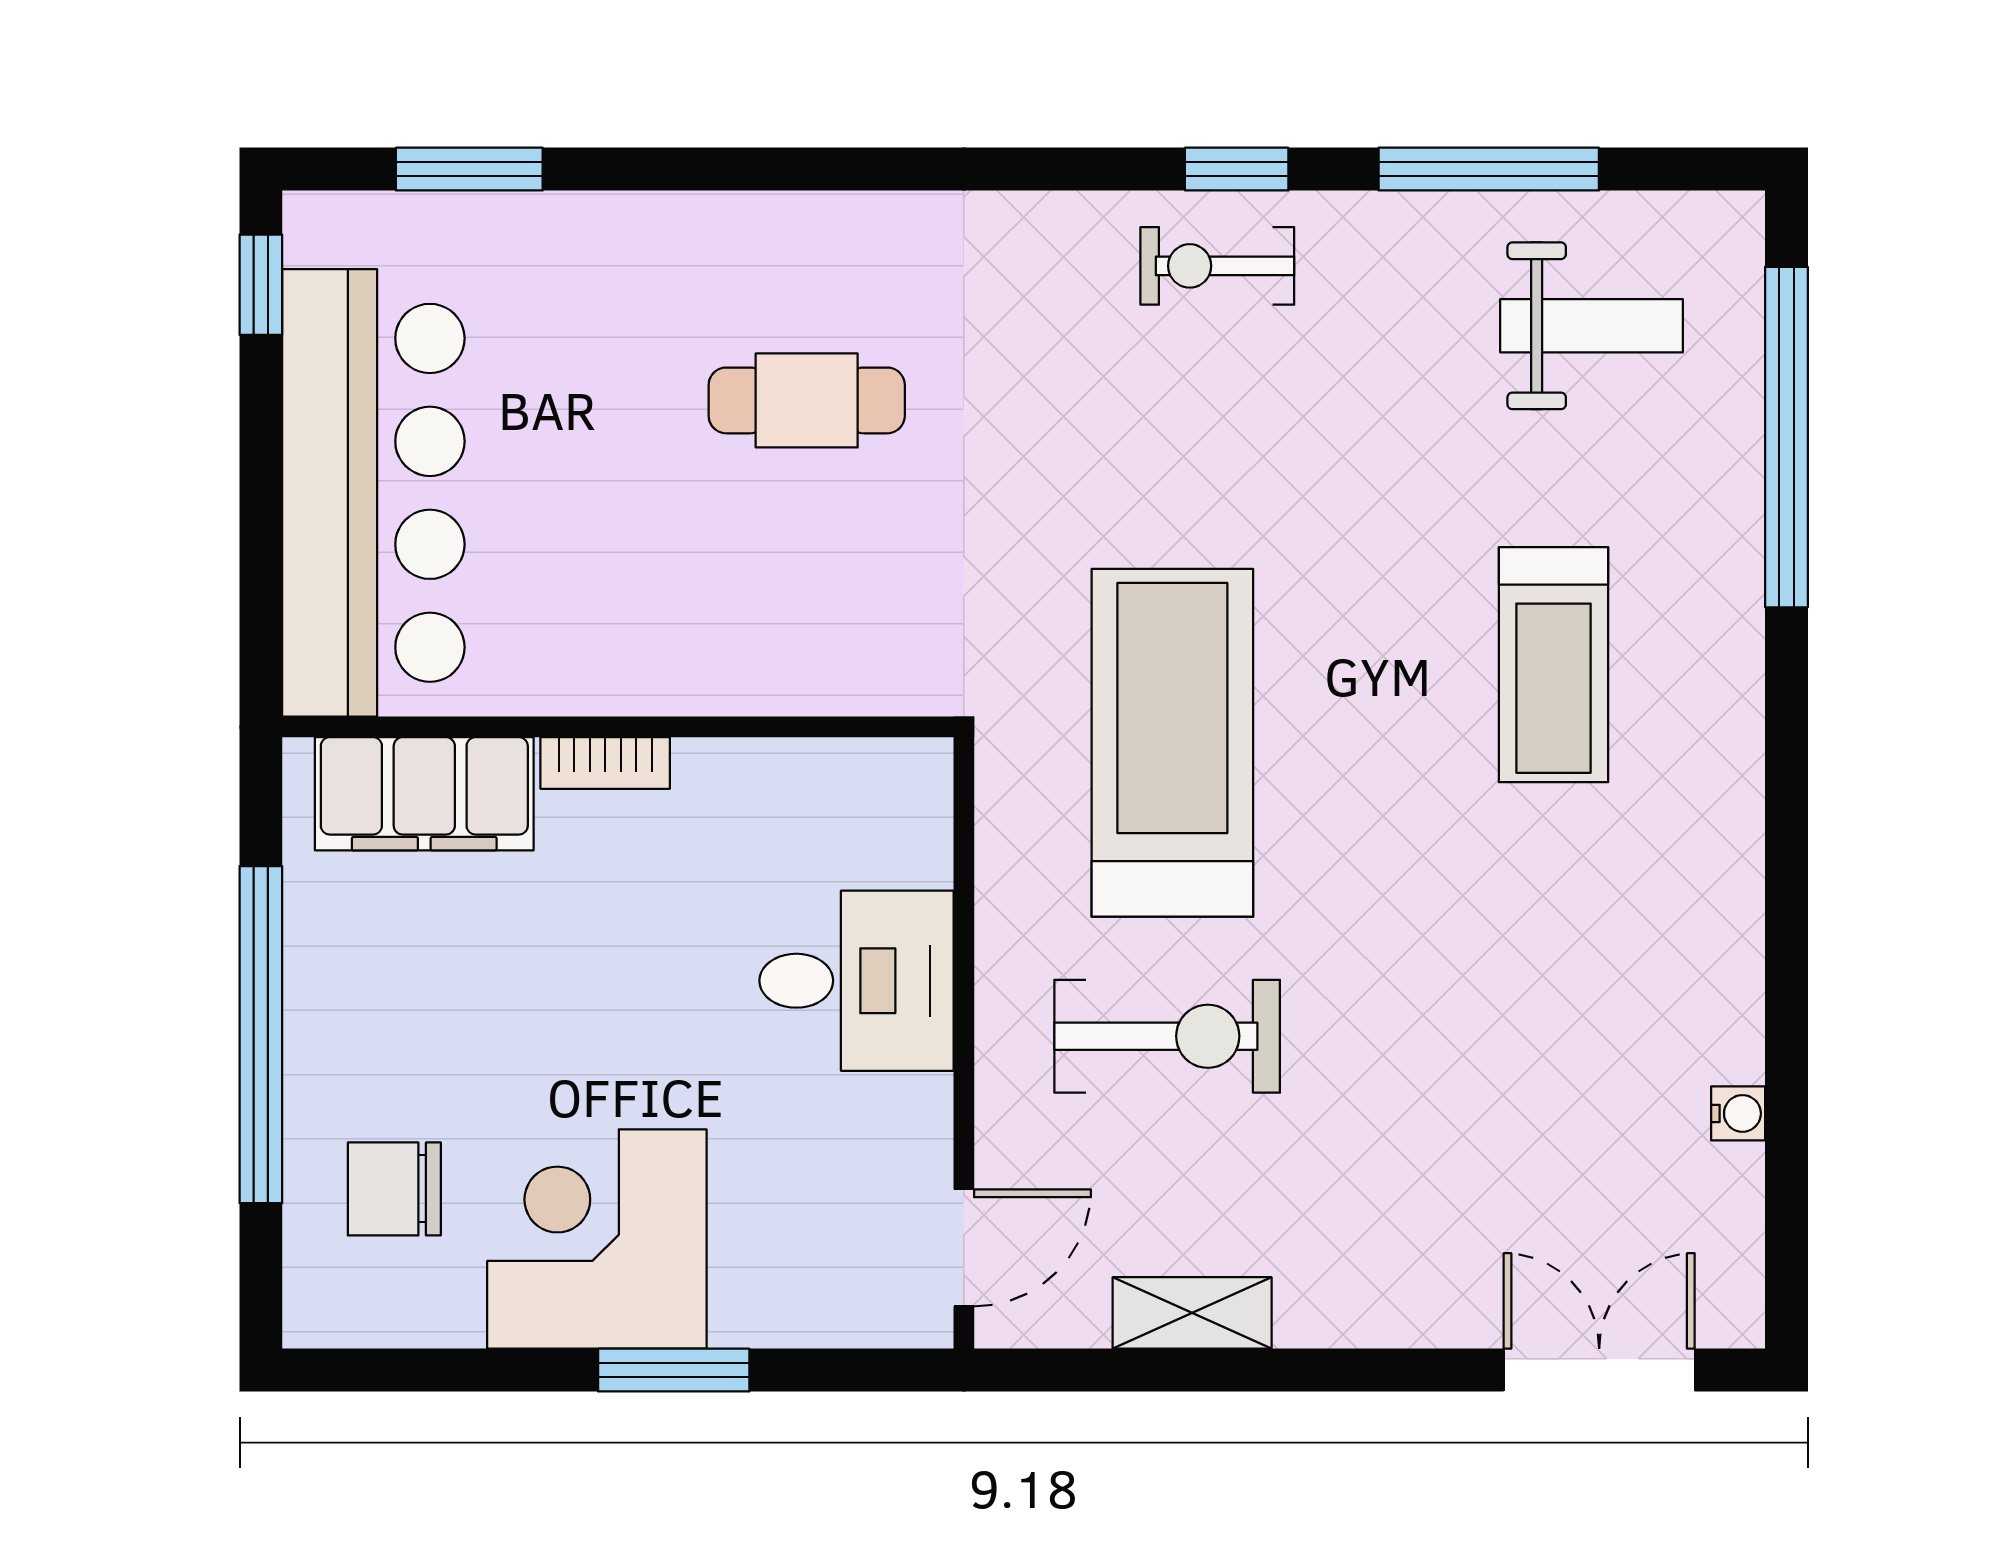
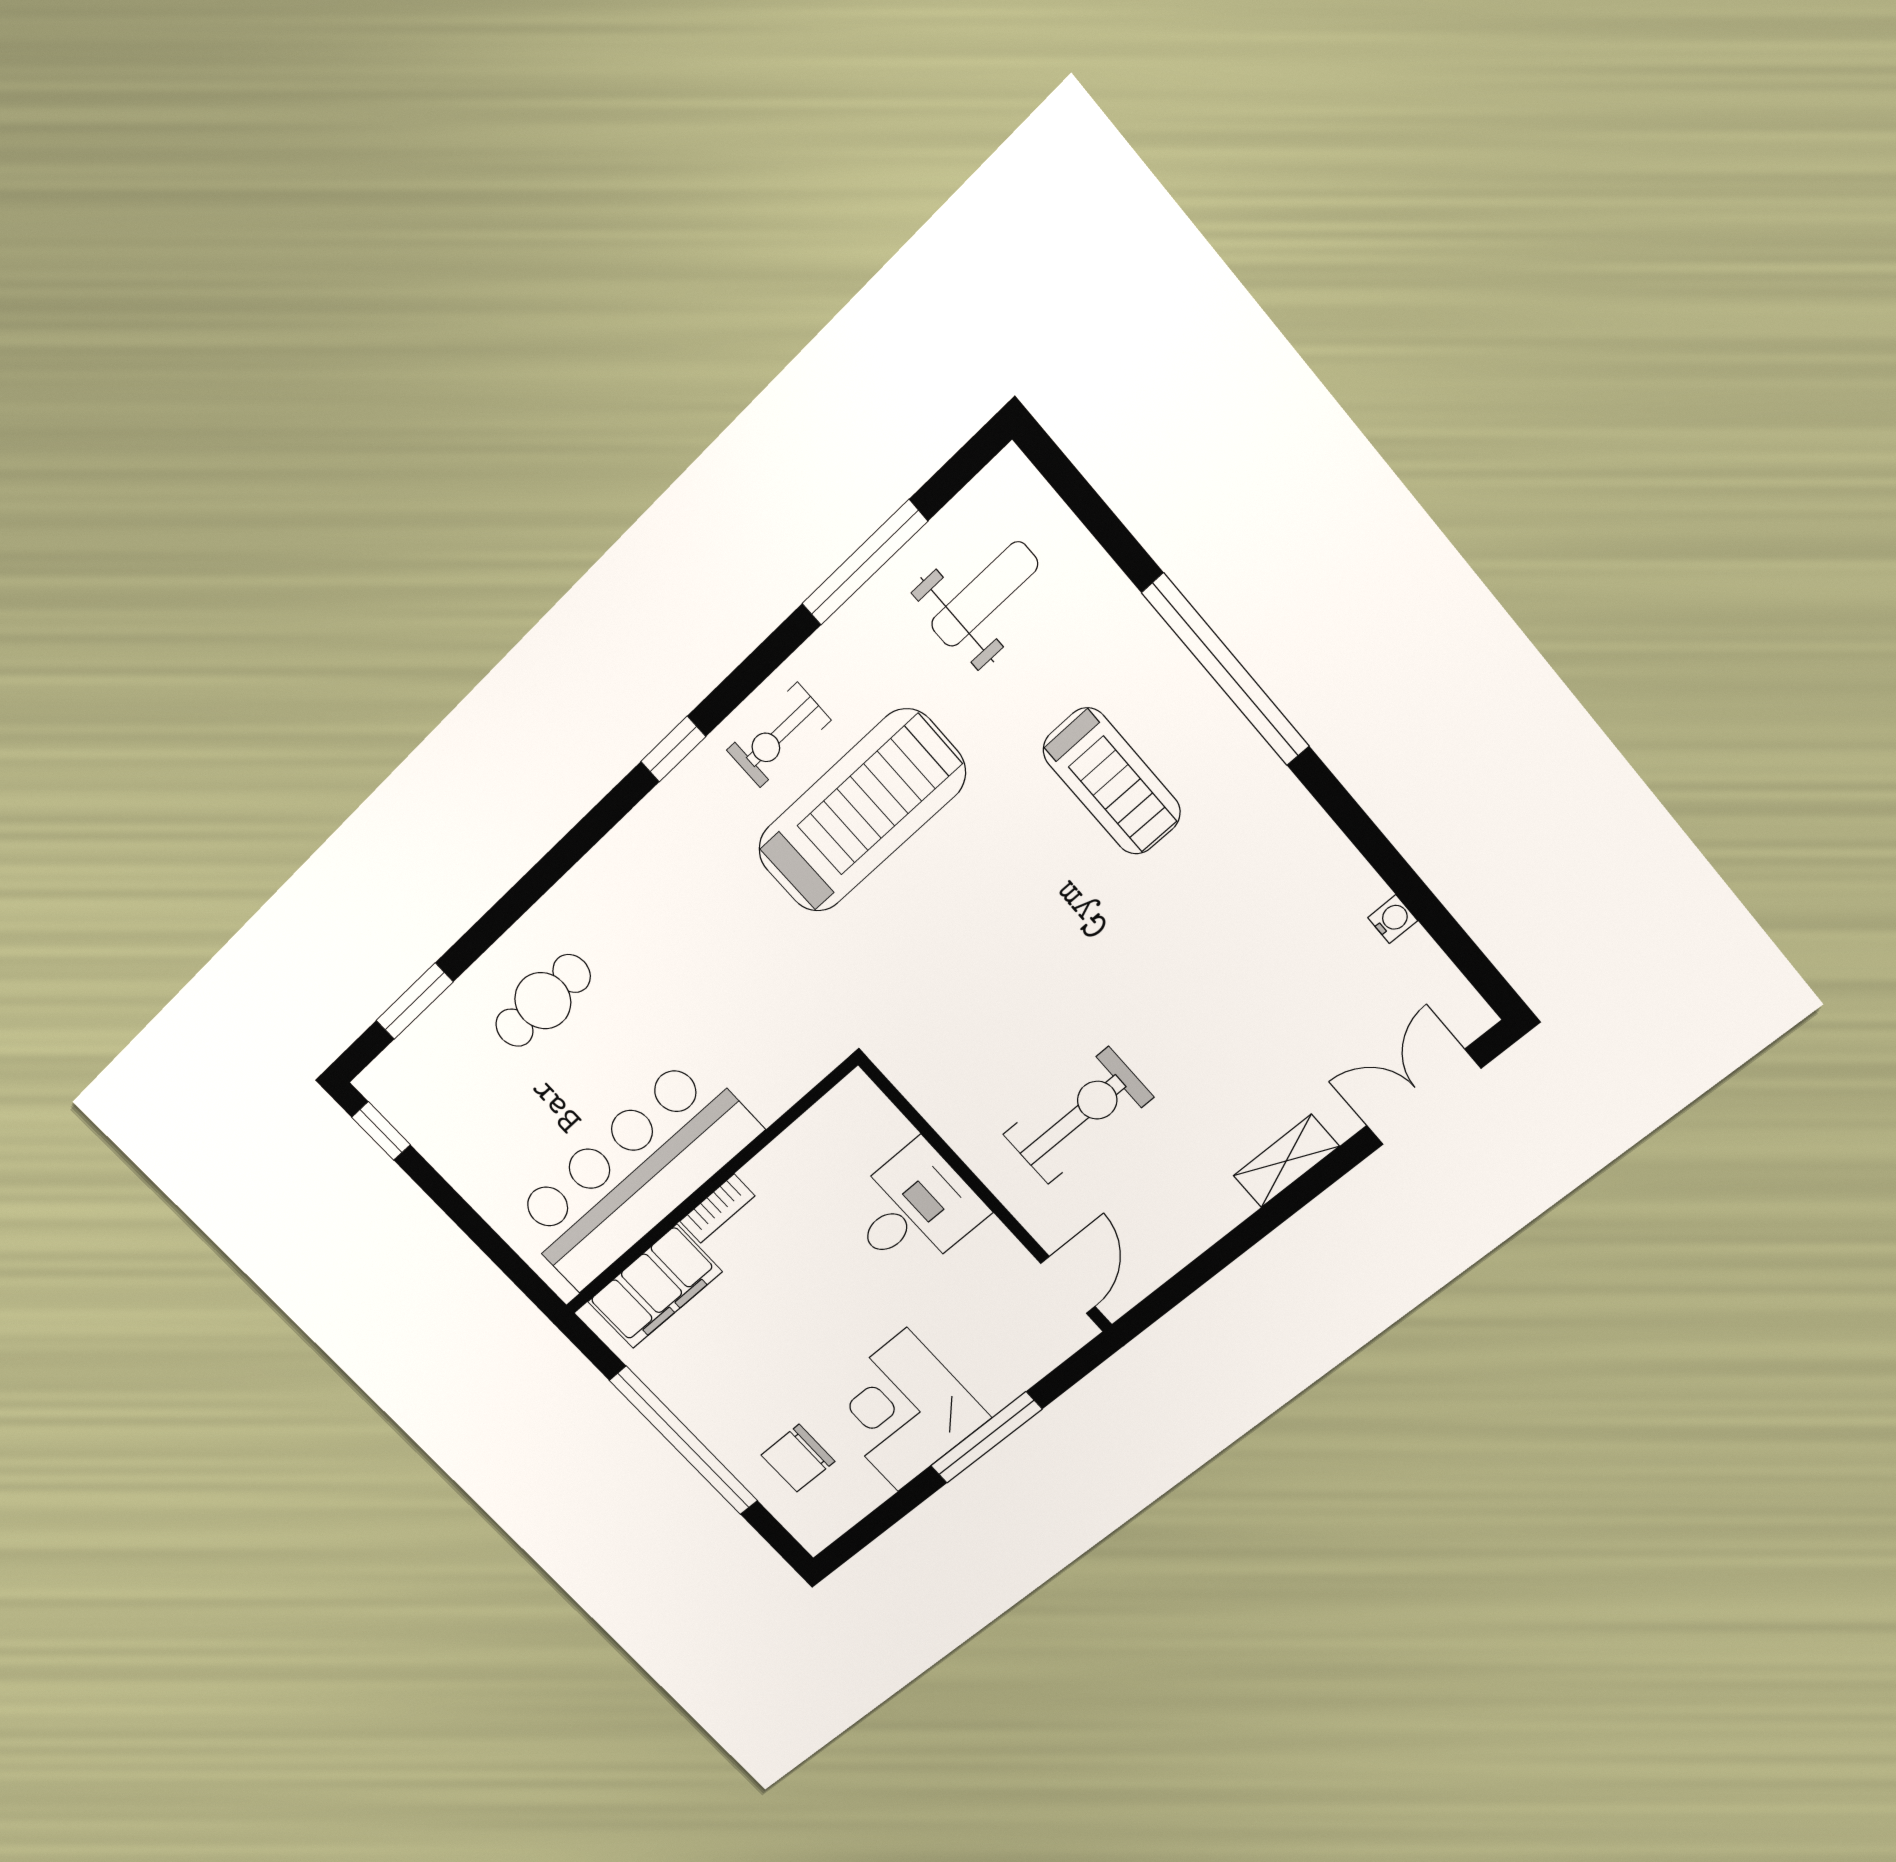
window: (1237, 169) -> (673, 749), moved
cafe table: (807, 400) -> (543, 1001), moved
window: (1786, 437) -> (1226, 670), moved
bar counter: (373, 493) -> (634, 1174), moved, turned -90
treadmill: (1172, 743) -> (861, 811), moved, turned 90
shelving: (1192, 1313) -> (1286, 1161), moved
window: (674, 1370) -> (986, 1438), width x1.44

